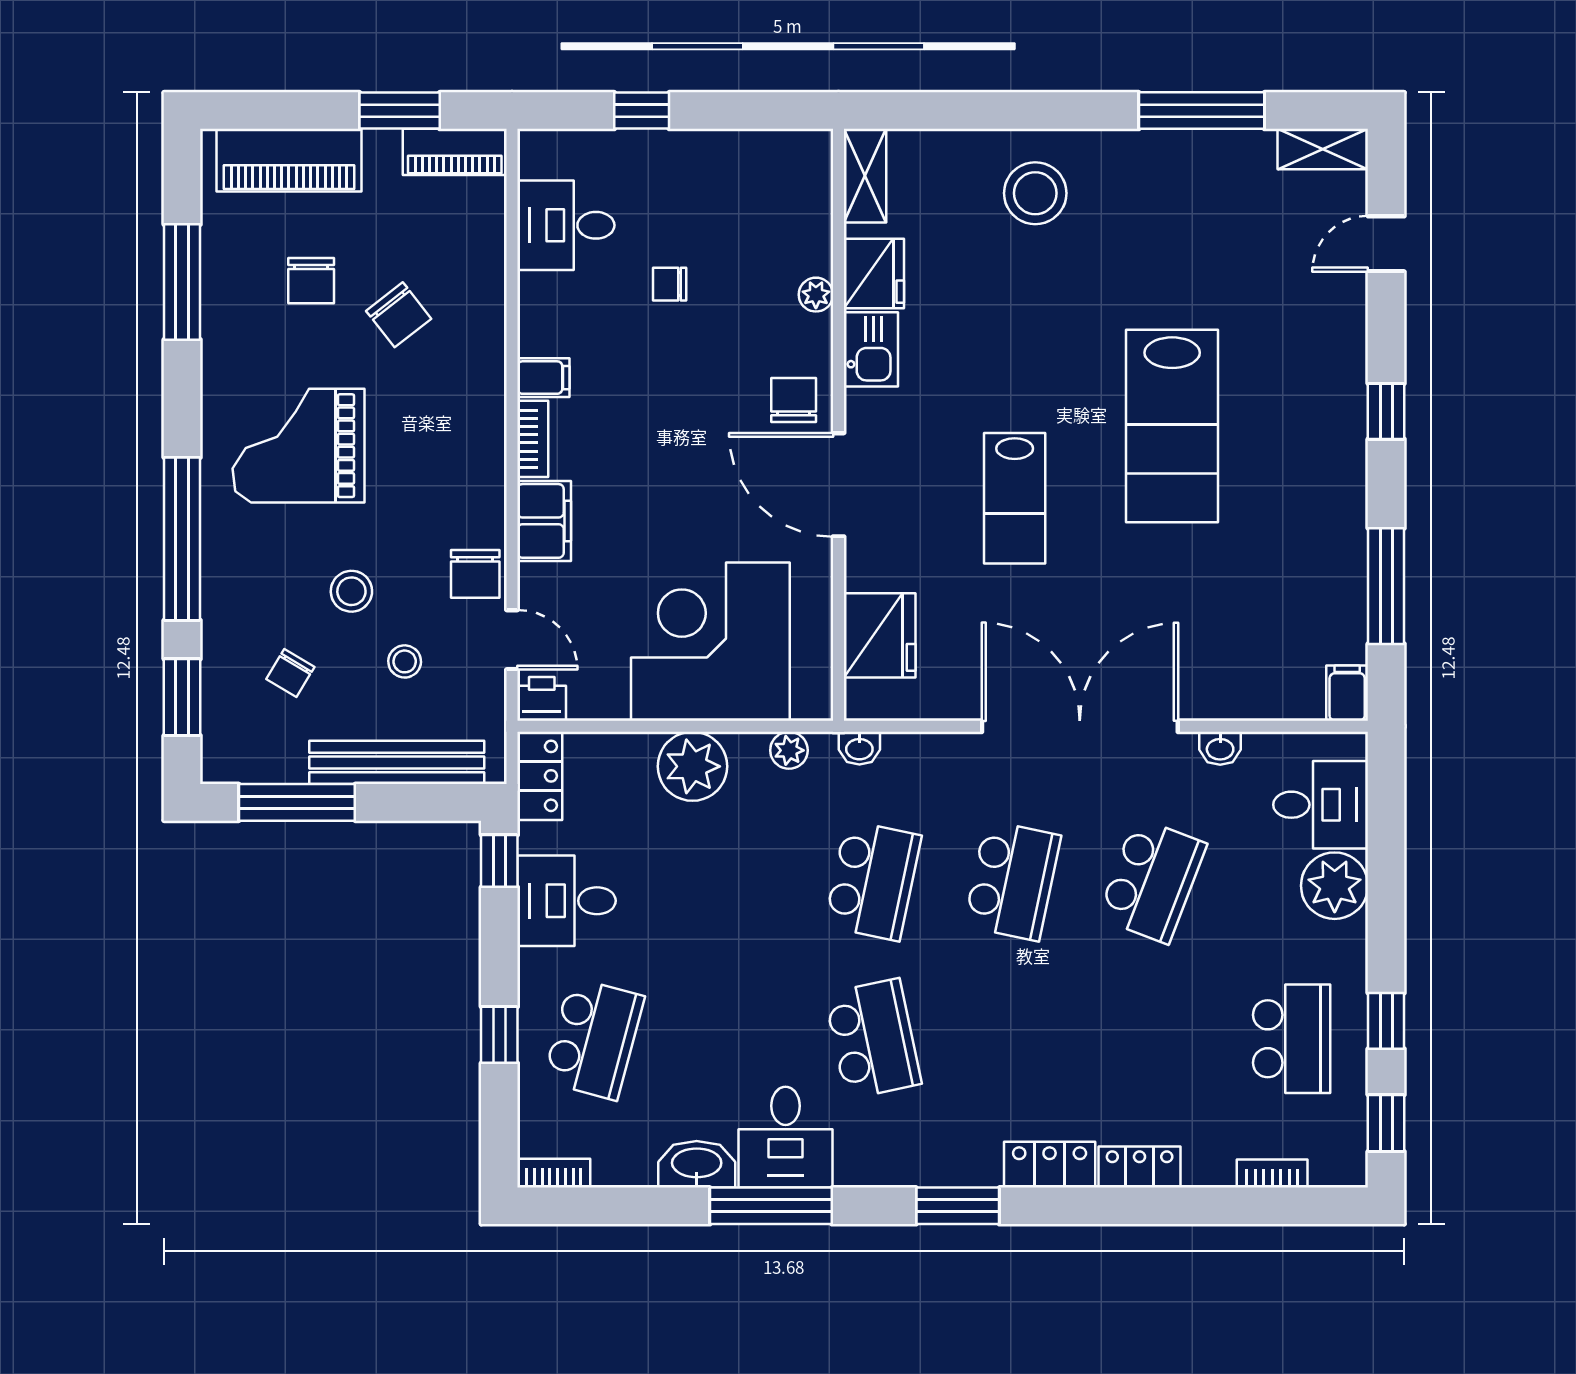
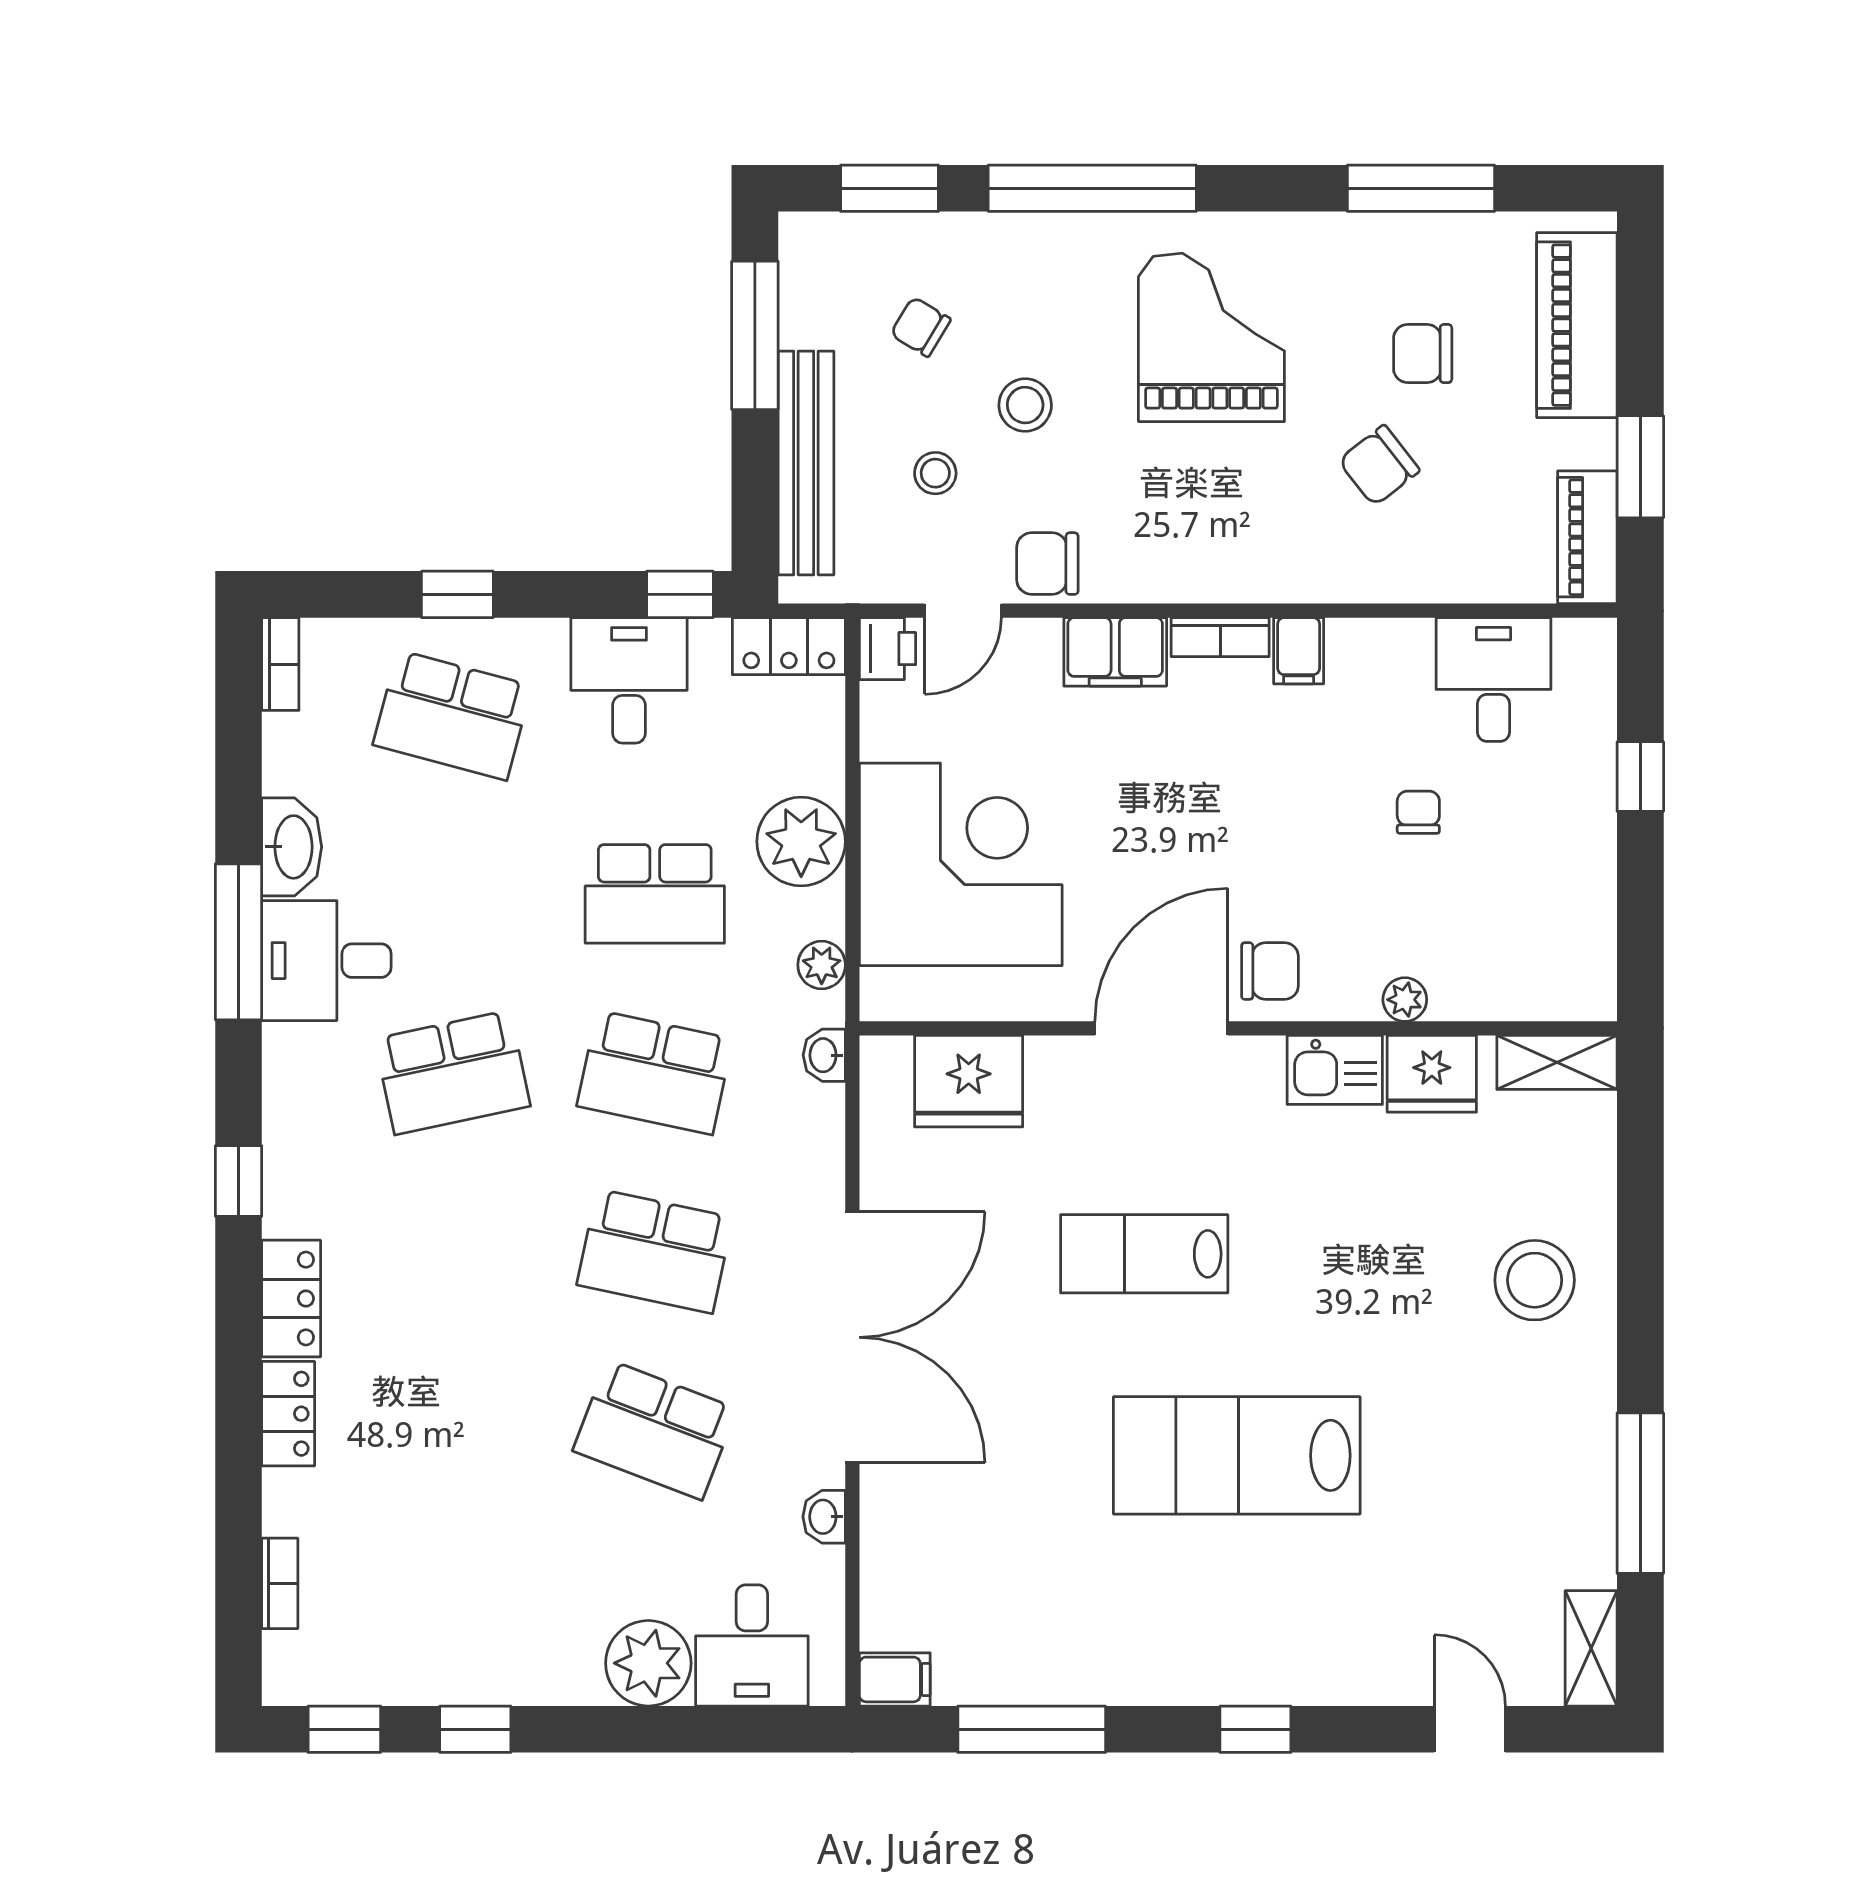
school desk: (1292, 1039) -> (655, 894), moved
window: (958, 1206) -> (239, 1181), width x0.67

